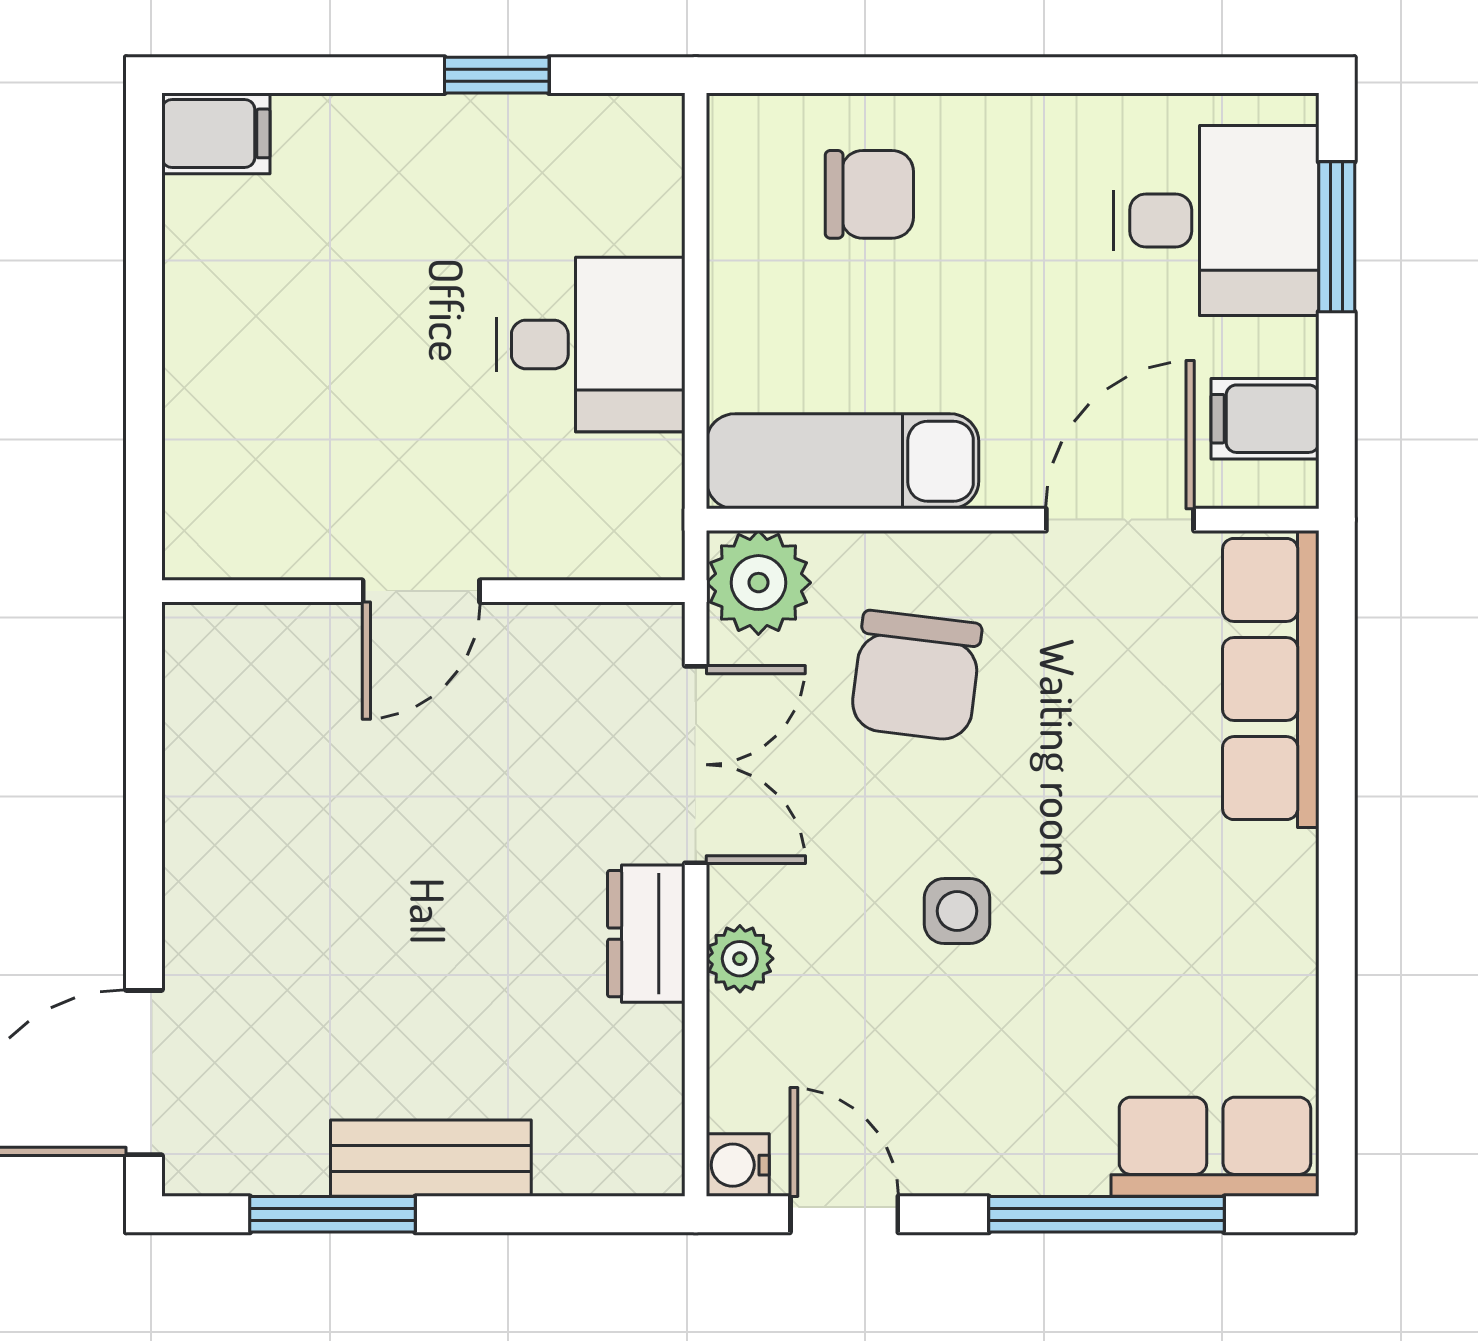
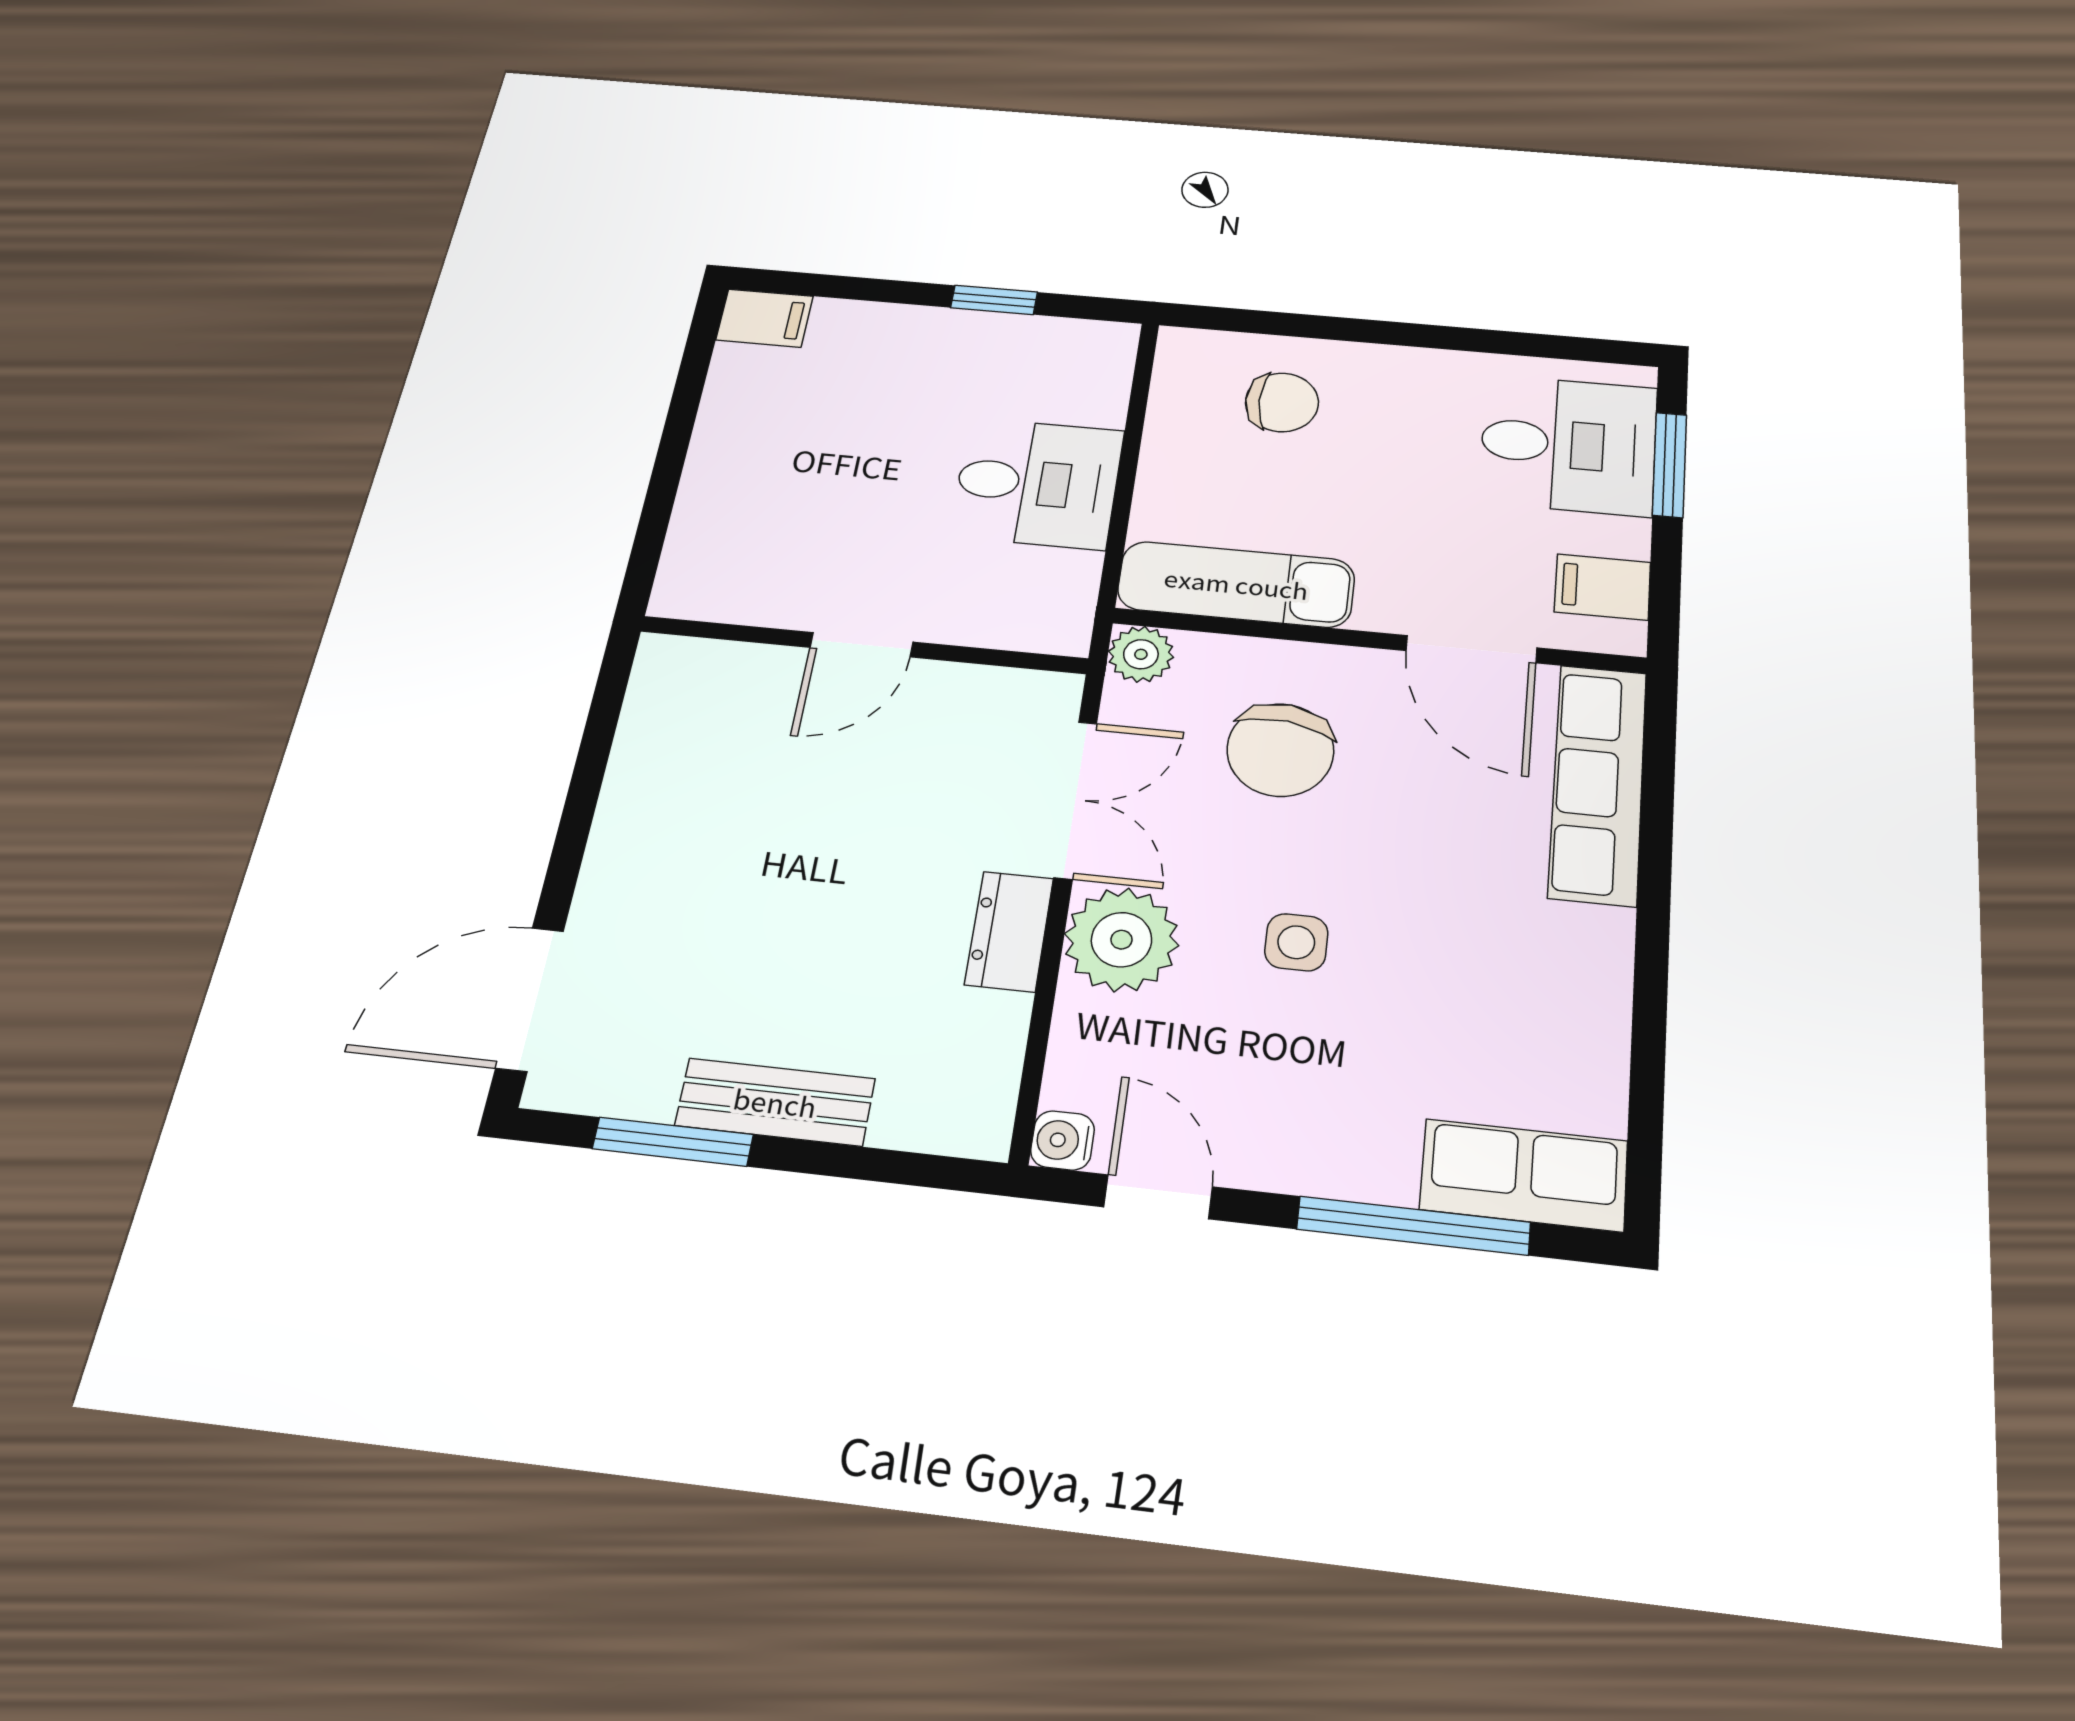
door: (1120, 520) -> (1471, 649), swing flipped
plant: (758, 583) -> (1141, 654), width x0.73, depth x0.73
plant: (740, 959) -> (1121, 940), width x1.88, depth x1.88

